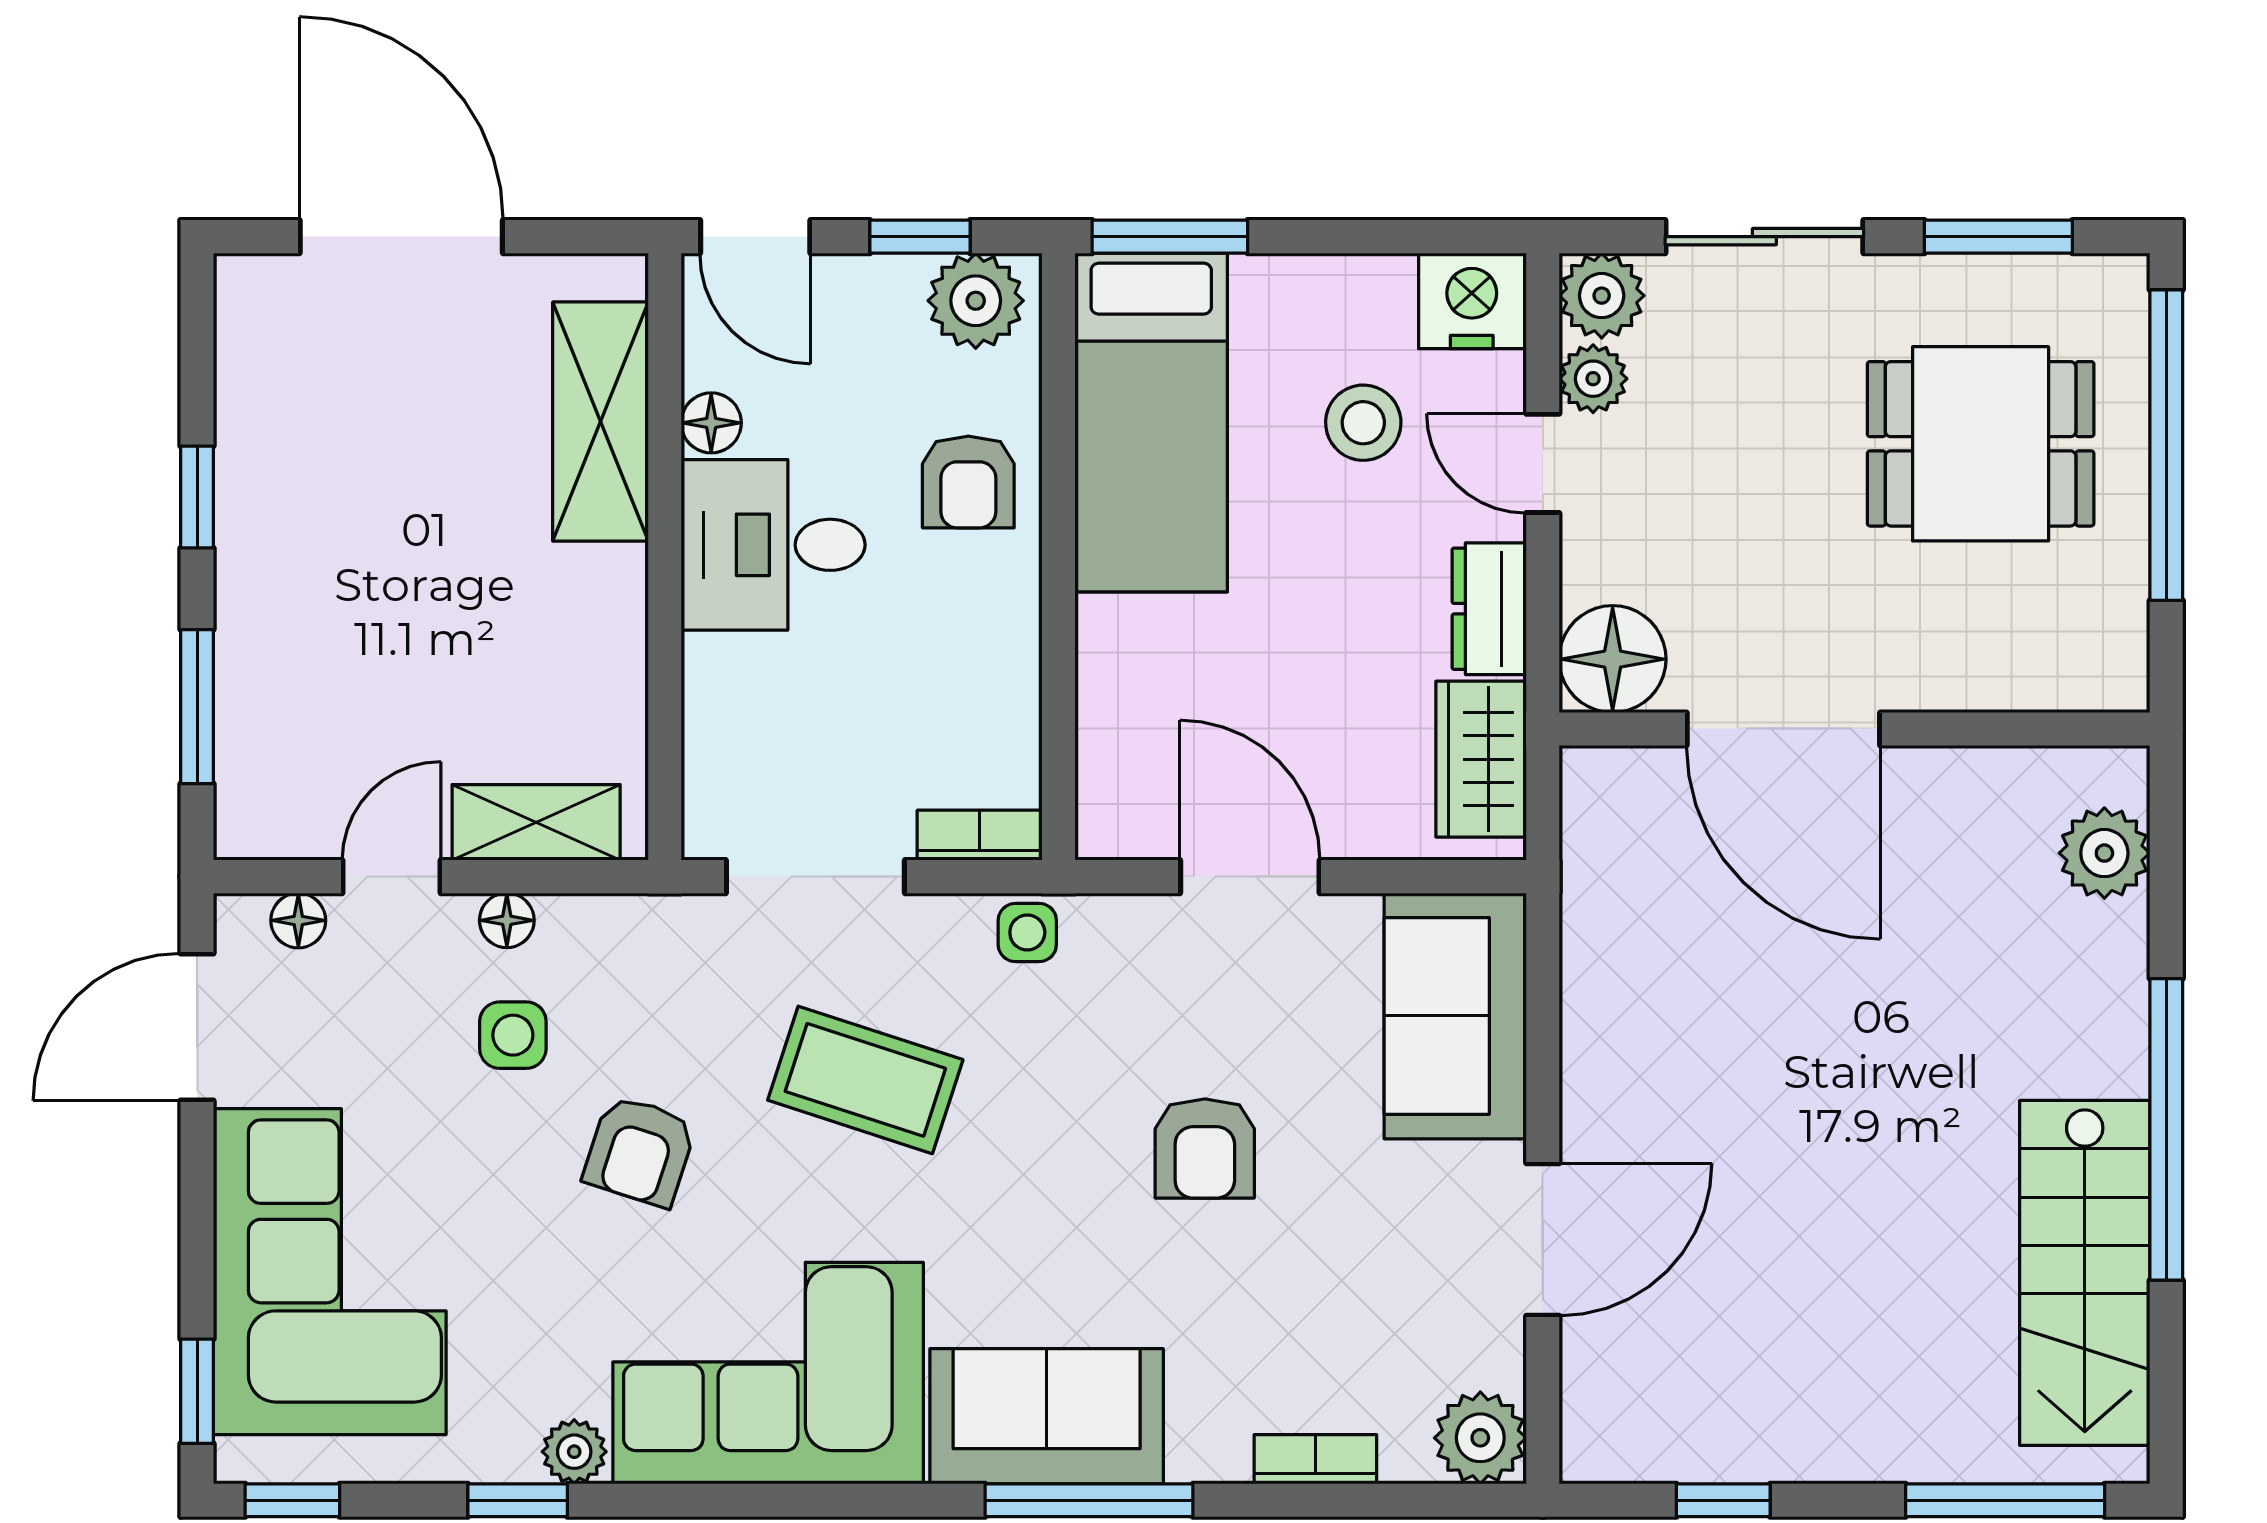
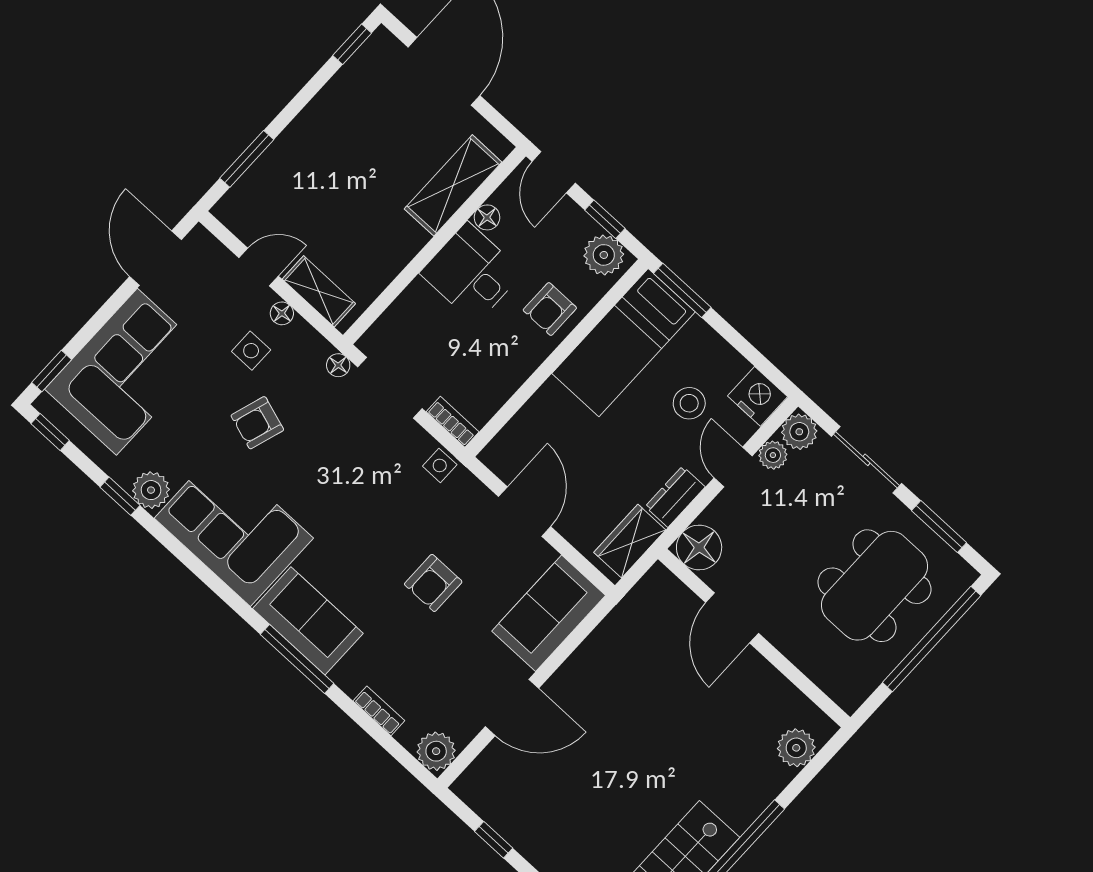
dining table: (1981, 444) -> (874, 586), width x1.38
window: (197, 497) -> (352, 44), moved
door: (1783, 729) -> (732, 618), width x0.73
floor lamp: (298, 920) -> (338, 365), moved
door: (197, 1027) -> (155, 258), hinge flipped
coffee table: (865, 1080) -> (348, 465), removed
plant: (574, 1452) -> (151, 490), width x1.38, depth x1.38

